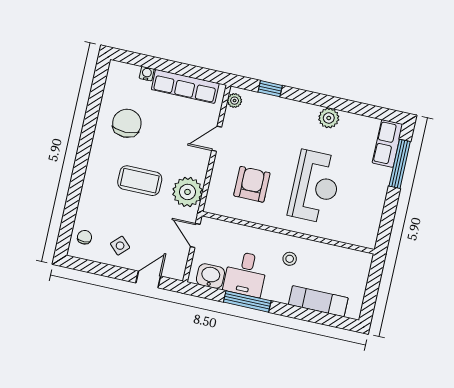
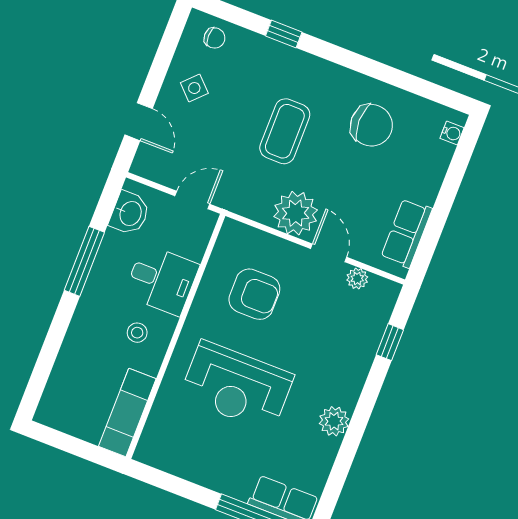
water cooler: (147, 74) -> (452, 133), moved
row of seats: (185, 86) -> (407, 233), width x0.68
plant: (235, 101) -> (357, 279), moved
window: (75, 191) -> (284, 34), added
plant: (187, 192) -> (296, 213), moved
desk: (246, 274) -> (162, 280), moved, turned 180
exam couch: (318, 301) -> (127, 412), moved, turned 180

